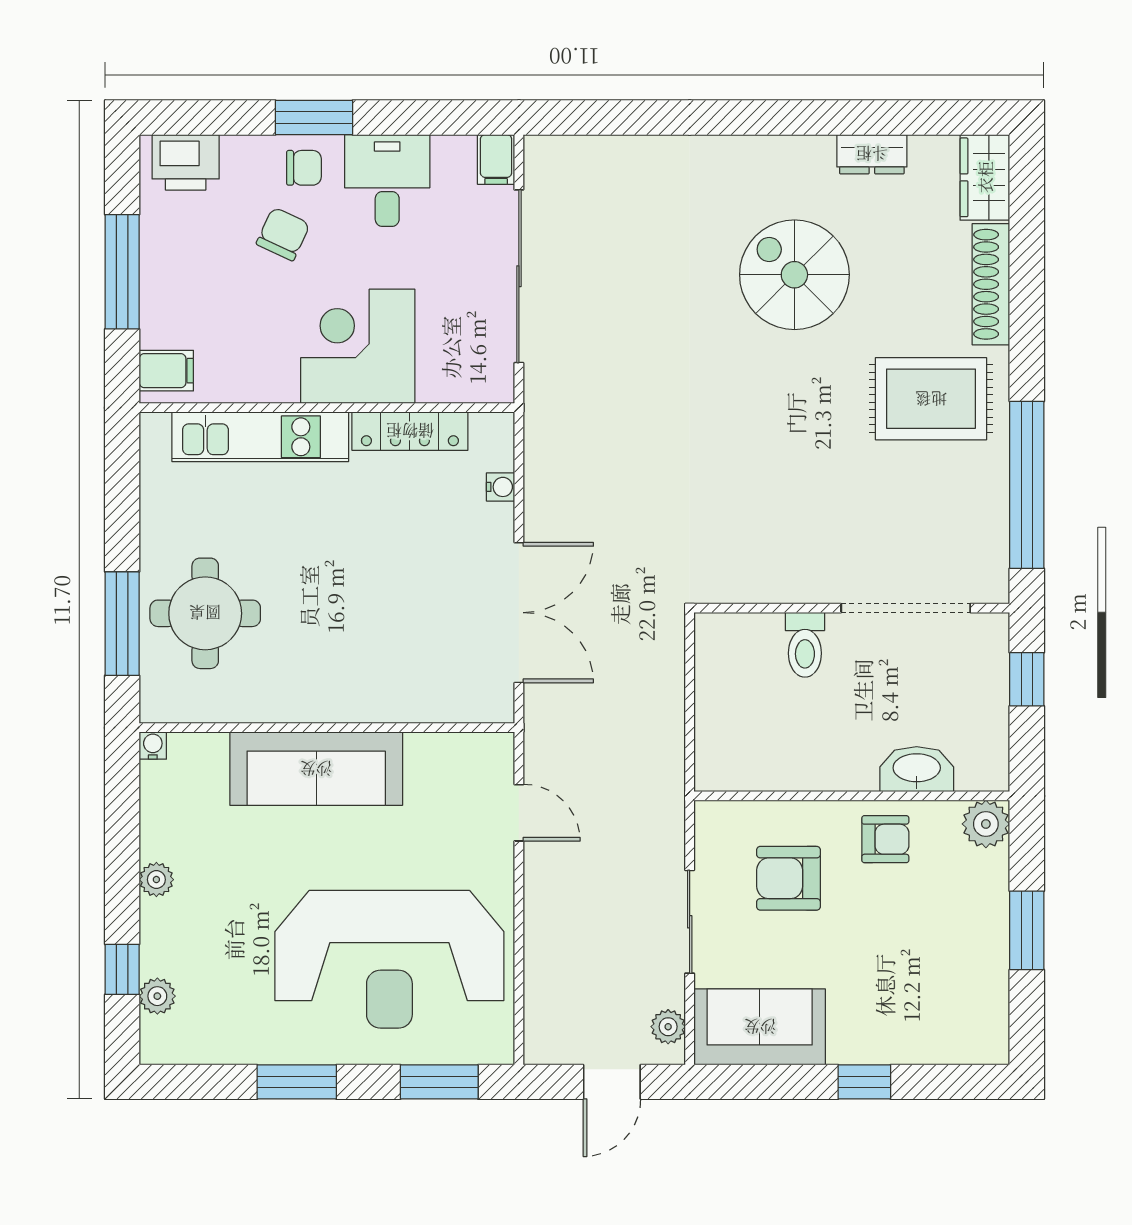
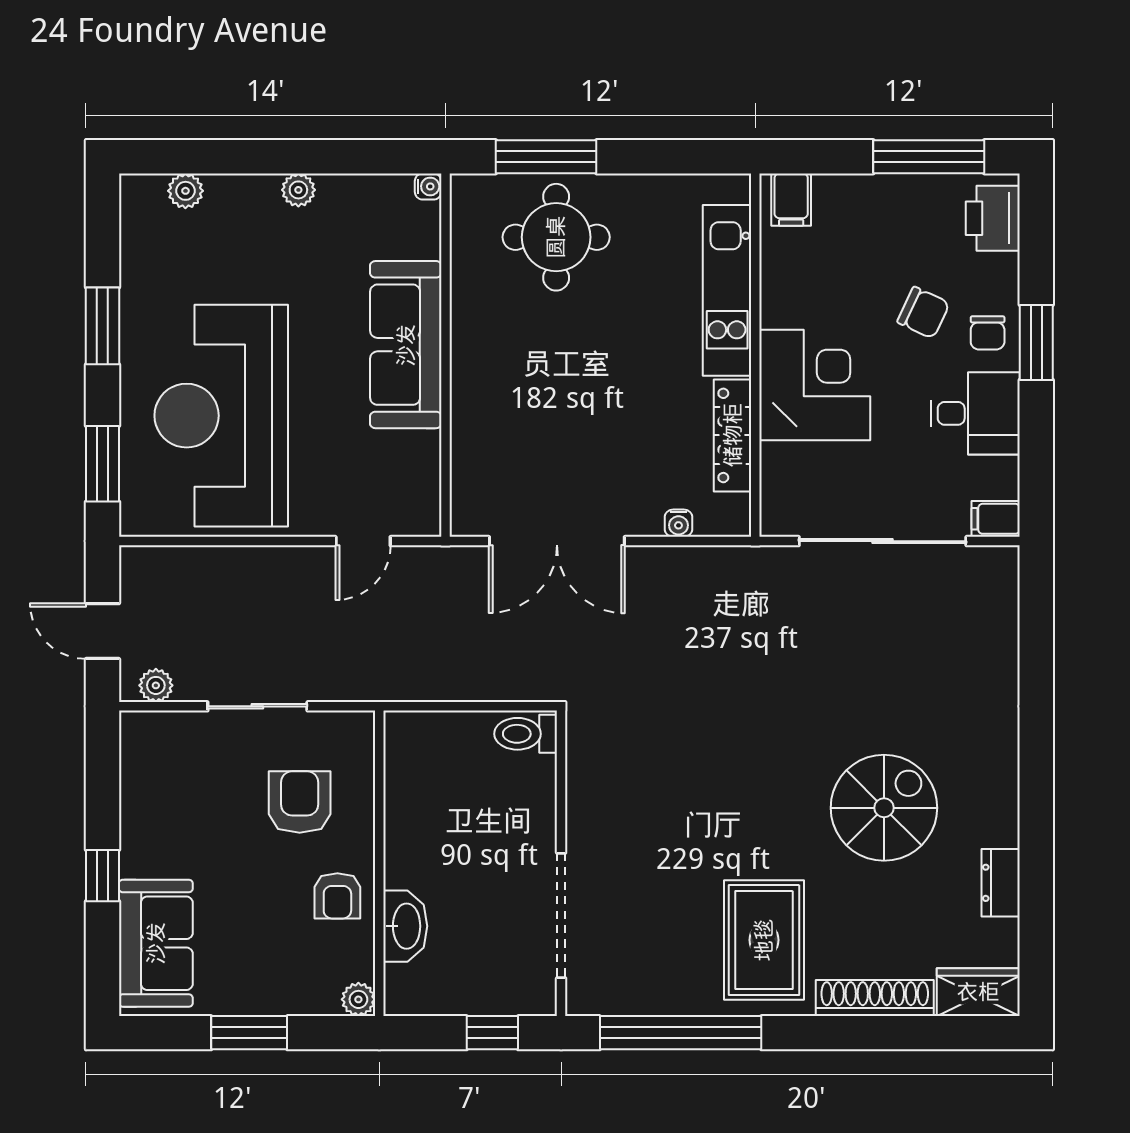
window: (122, 272) -> (929, 157), moved
toilet: (805, 645) -> (526, 734), moved
plant: (986, 824) -> (358, 999), width x0.73, depth x0.73
window: (122, 969) -> (211, 157), removed
sofa: (760, 1027) -> (156, 943), moved

